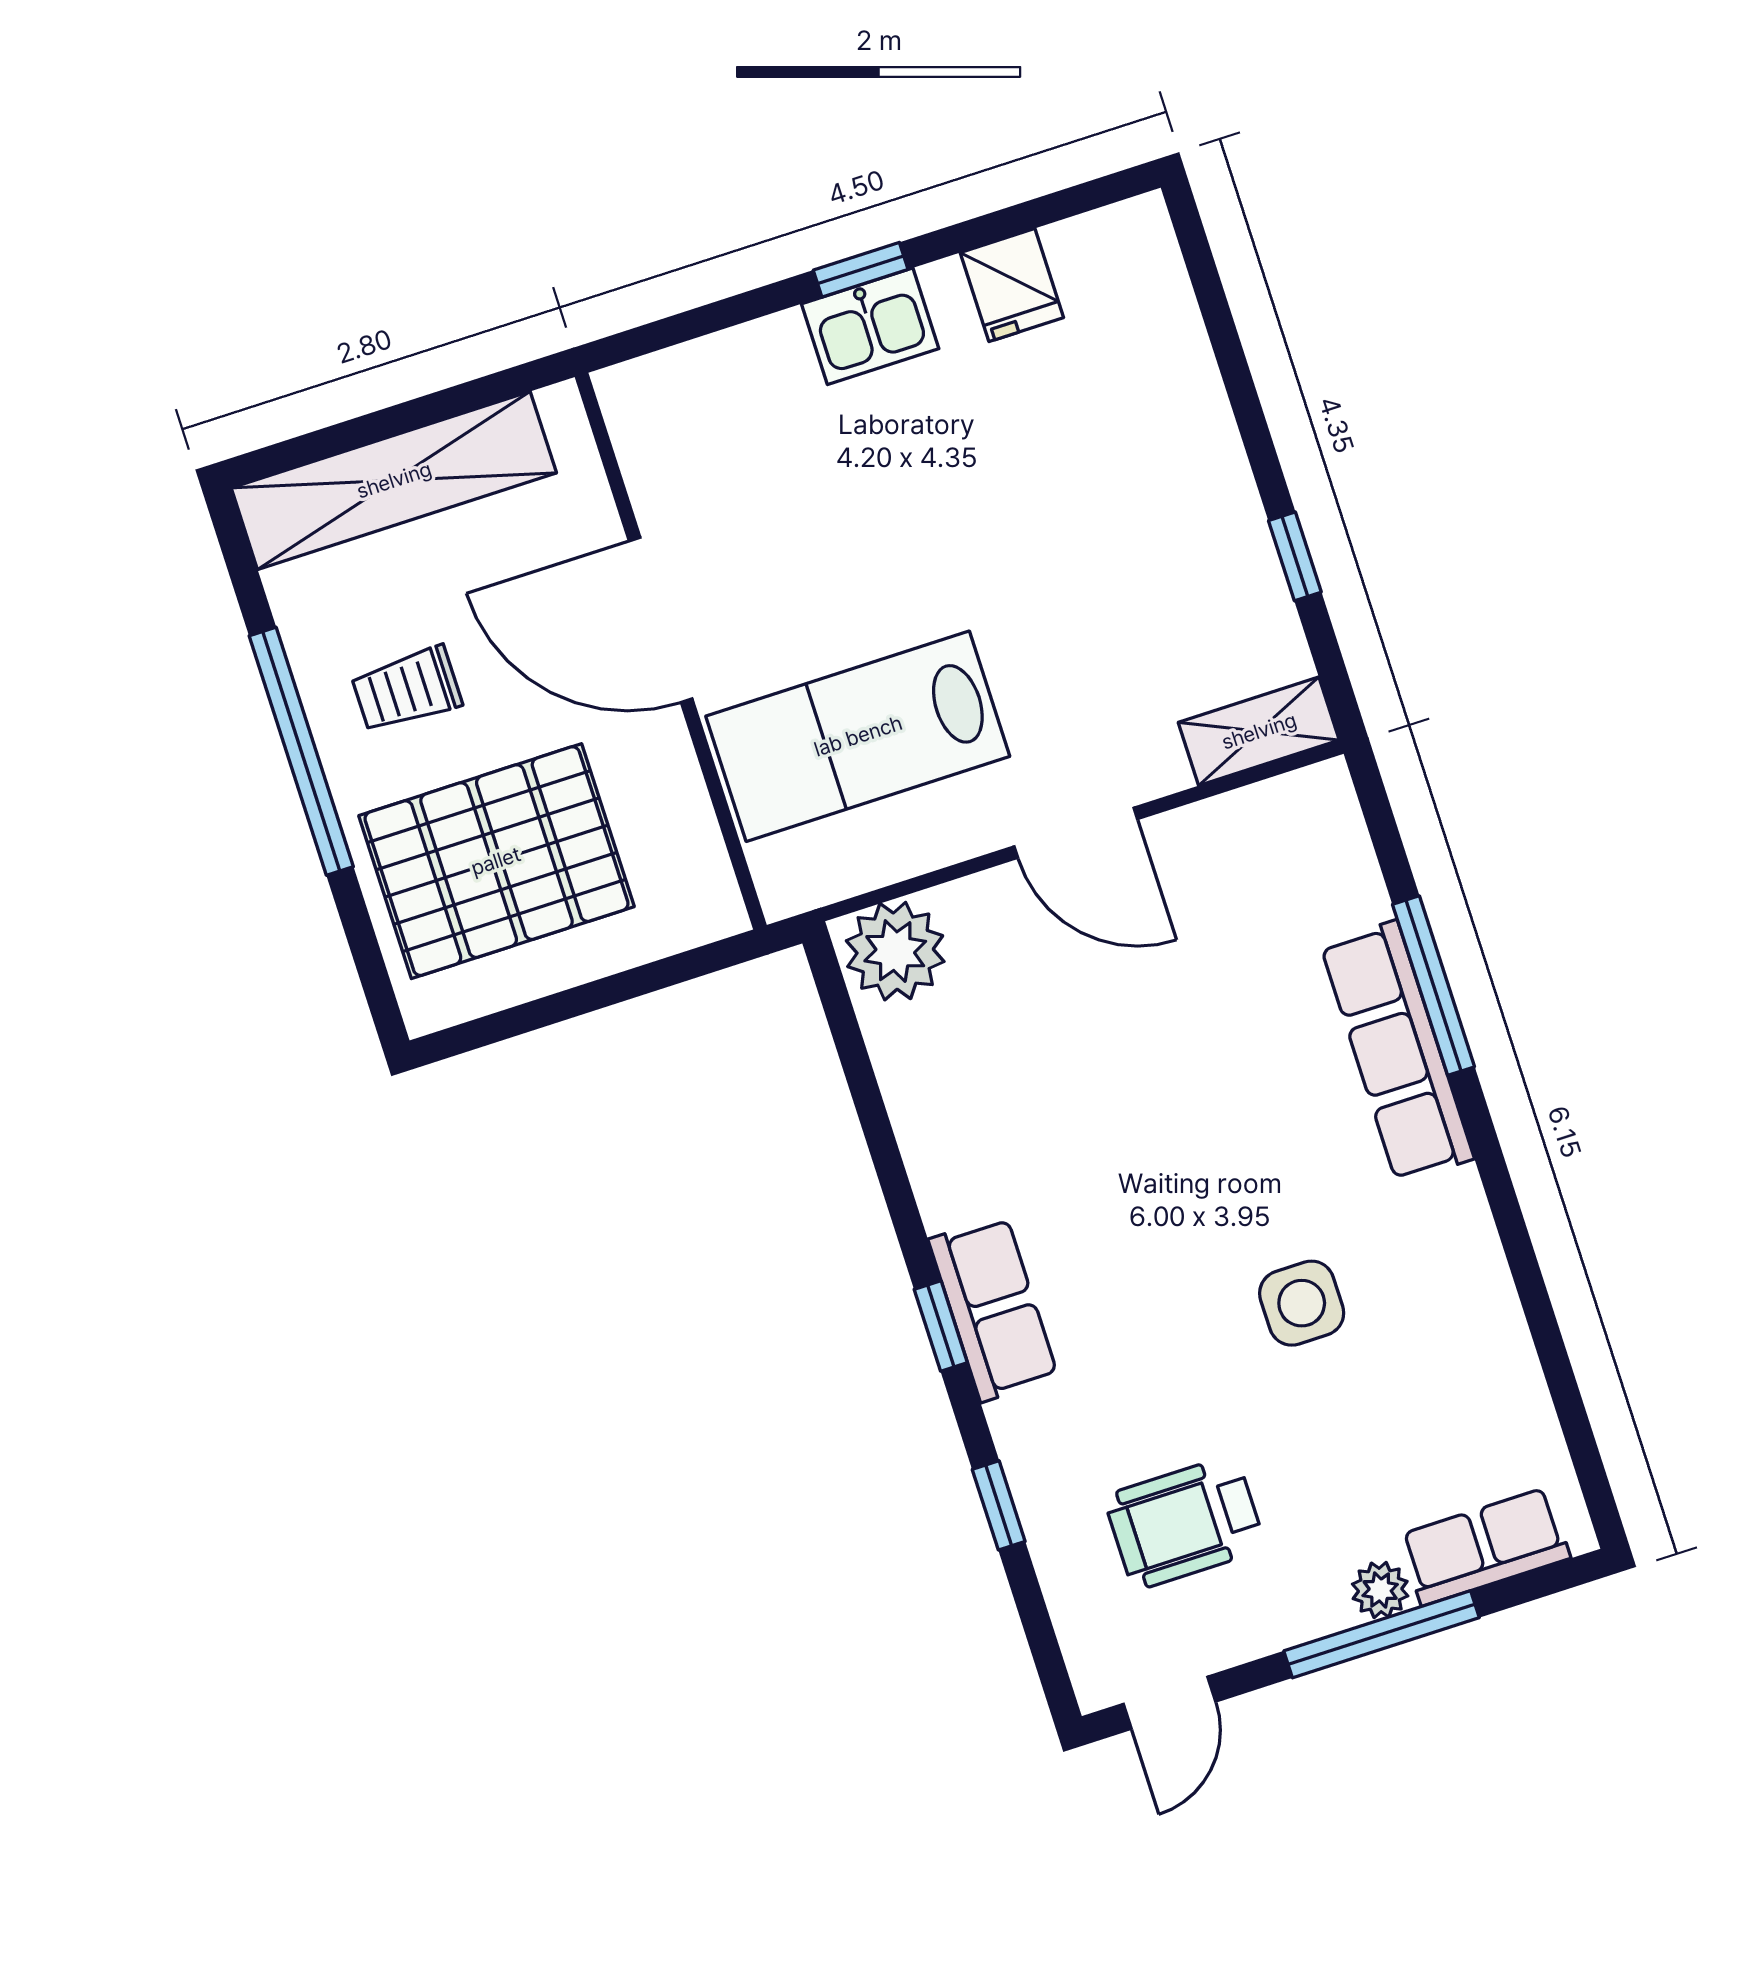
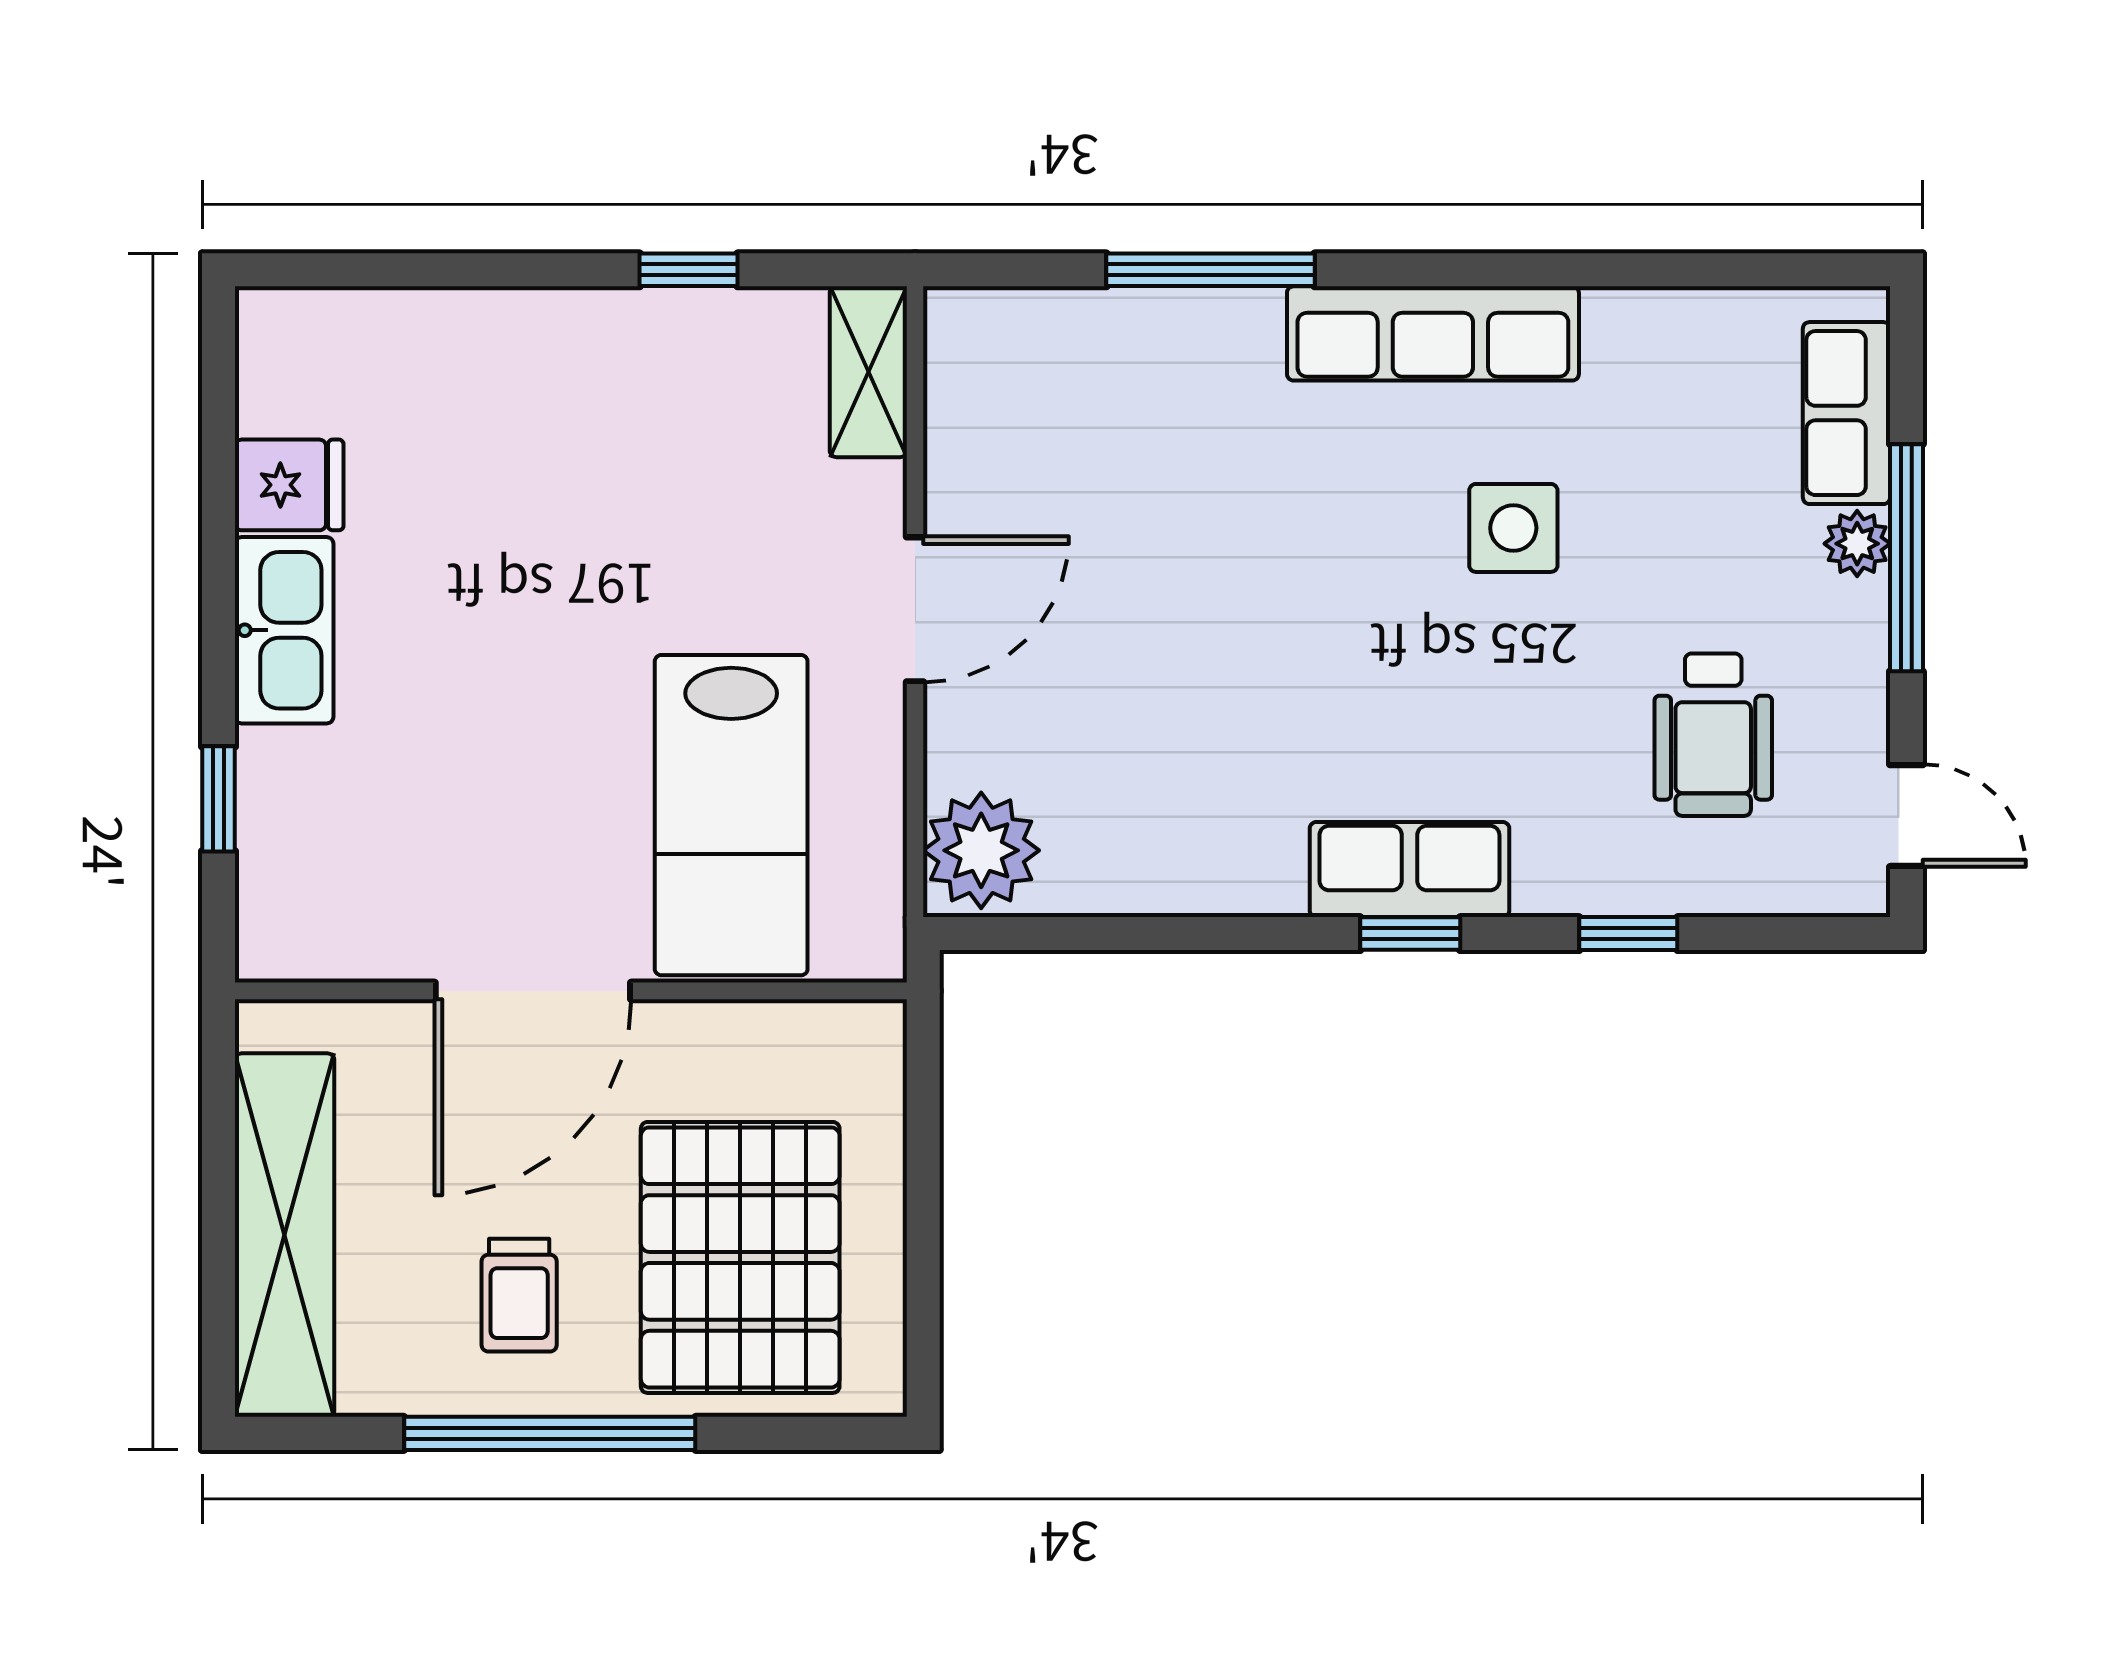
window: (861, 270) -> (219, 799), moved
kitchen sink: (870, 326) -> (284, 630), width x1.38
row of seats: (1397, 1052) -> (1433, 333), moved

